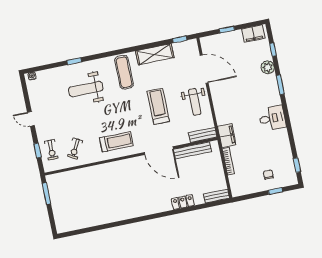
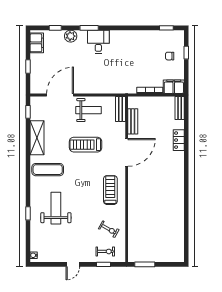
weight bench: (86, 89) -> (56, 208), turned 180
desk: (272, 118) -> (98, 42), moved
filing cabinet: (227, 136) -> (174, 87), moved
bench: (192, 150) -> (133, 121), width x0.73

